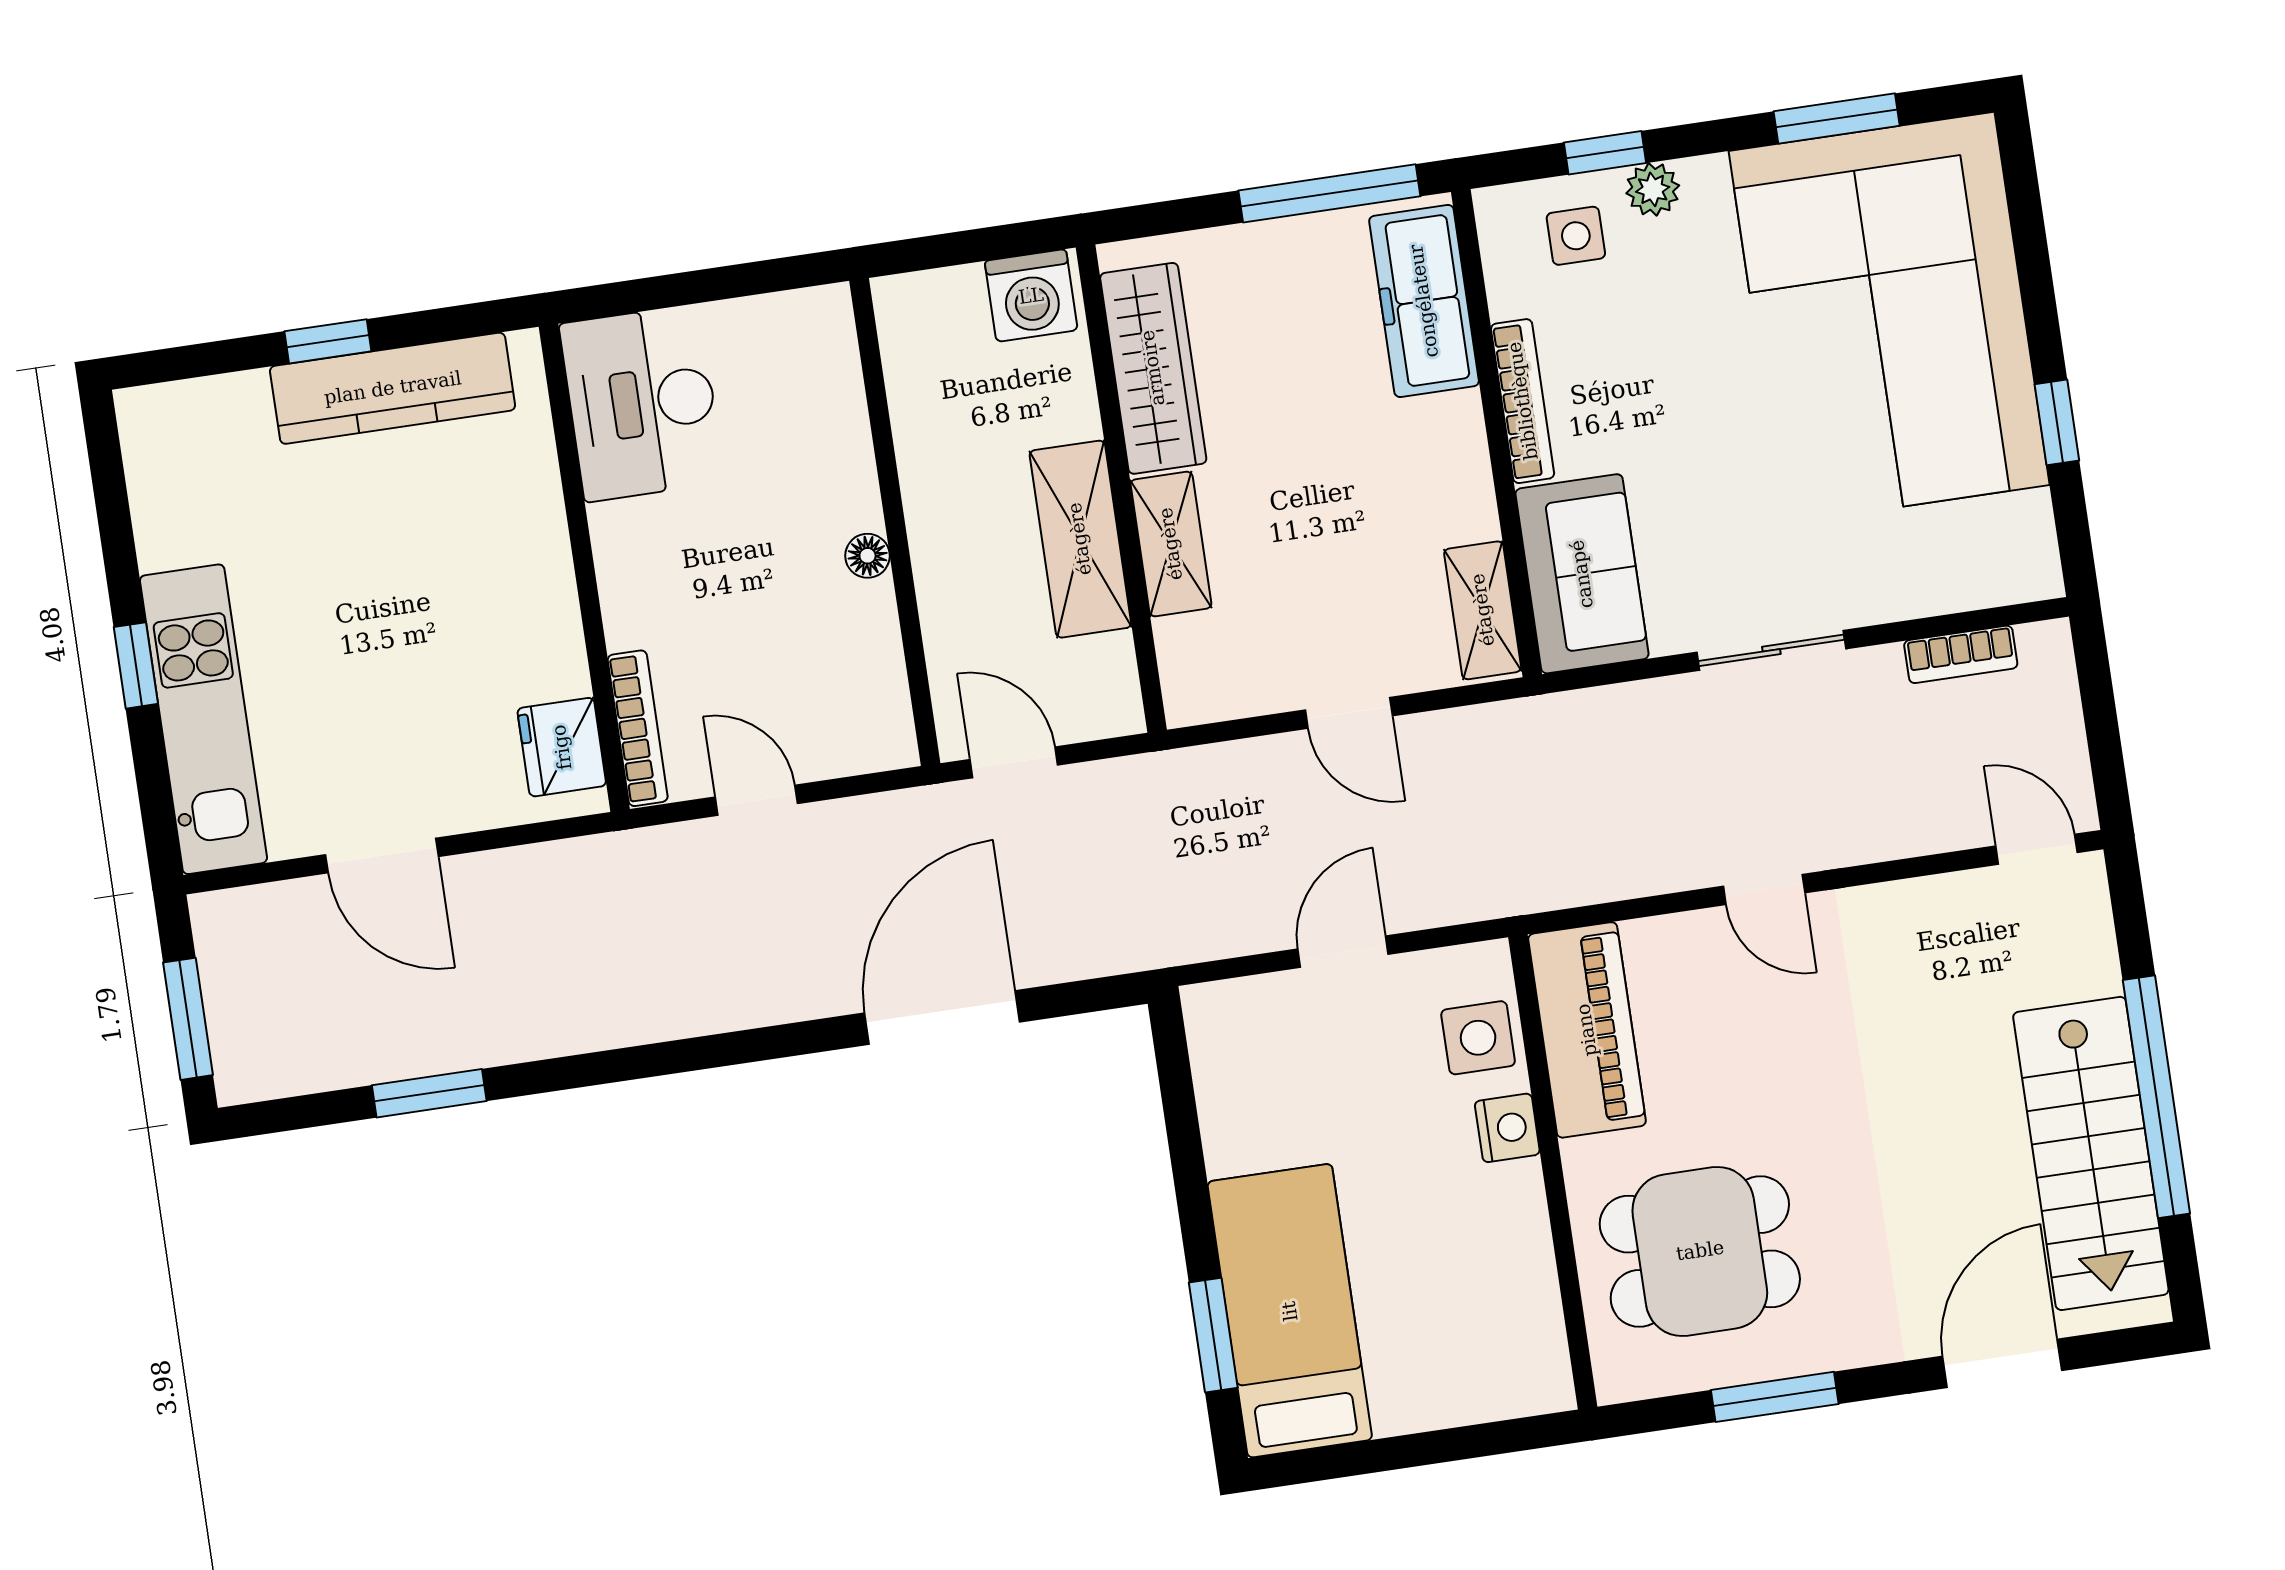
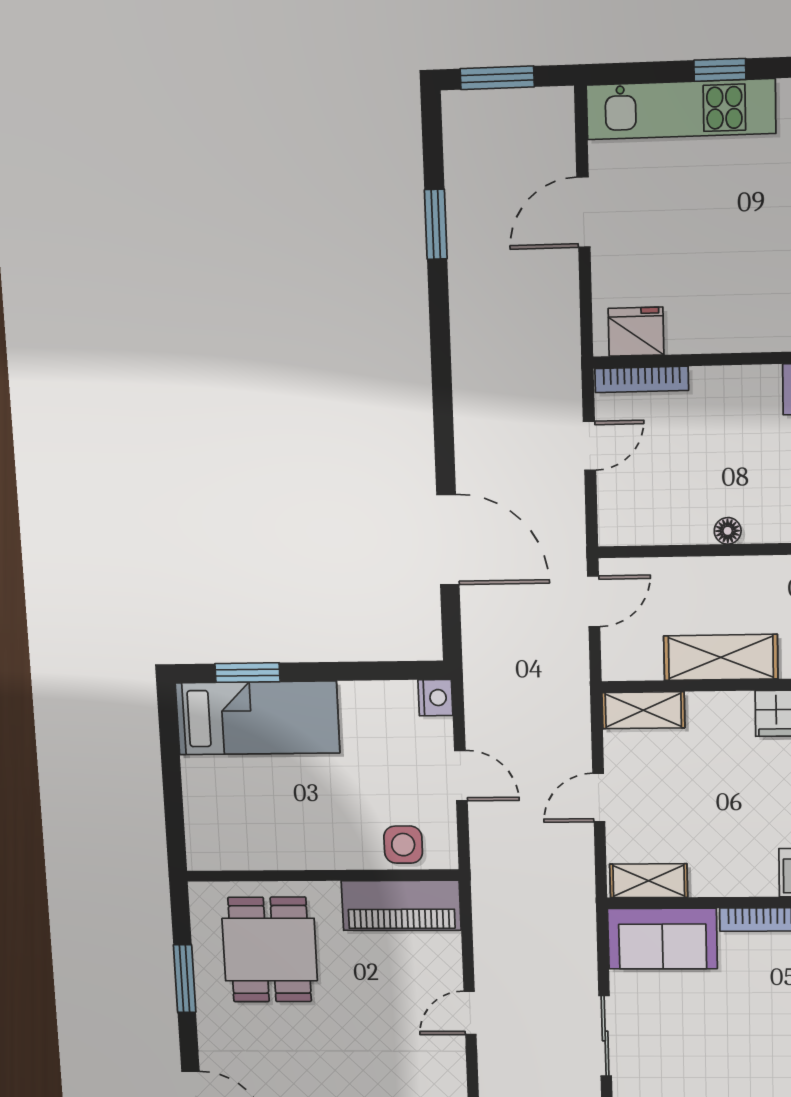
shelving: (1171, 544) -> (643, 710), moved
nightstand: (1507, 1128) -> (435, 698), moved, turned -90

